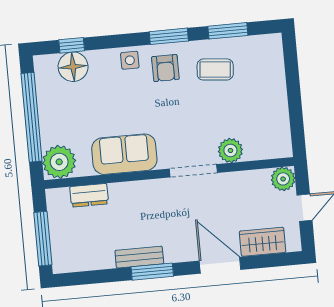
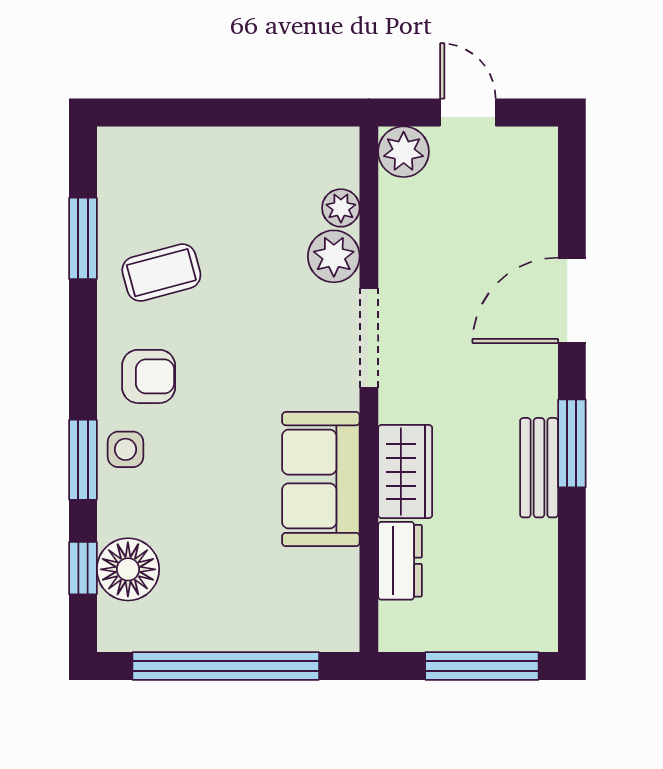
window: (169, 36) -> (83, 460), moved
coffee table: (215, 69) -> (161, 273), turned 70
plant: (59, 162) -> (341, 208), moved, width x0.53, depth x0.53
wardrobe: (263, 242) -> (405, 472), moved, turned 180

